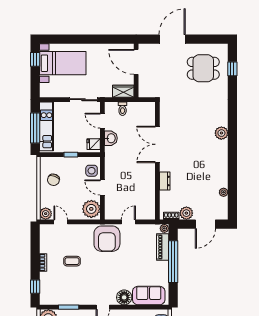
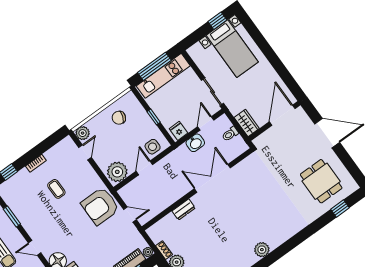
plant: (221, 133) -> (262, 250), moved
double door: (157, 144) -> (212, 178), moved
wall: (157, 161) -> (197, 189), moved
dresser: (165, 181) -> (184, 209), moved

